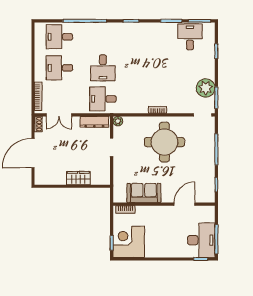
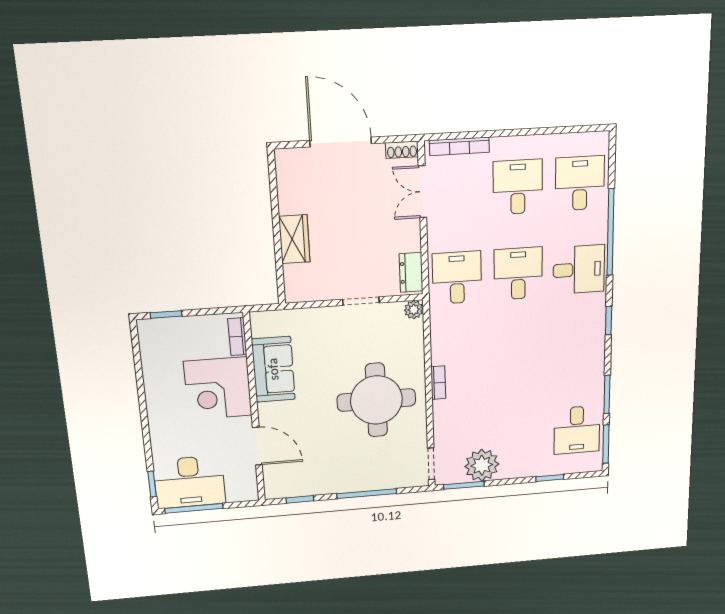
desk: (103, 37) -> (579, 270), added
desk: (190, 37) -> (577, 430), turned 90
desk: (103, 68) -> (518, 274), turned 90
dresser: (94, 122) -> (411, 272), width x0.70
corner desk: (129, 242) -> (218, 388), moved, turned 180

